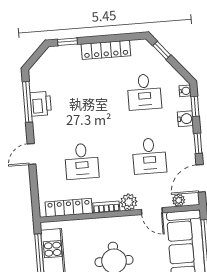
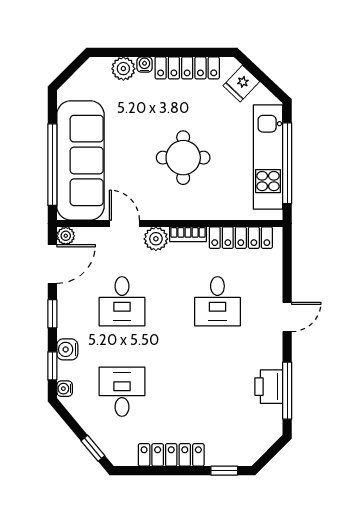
desk: (149, 156) -> (122, 301), turned 180
desk: (82, 161) -> (217, 301), turned 180
plant: (179, 200) -> (66, 236), moved

